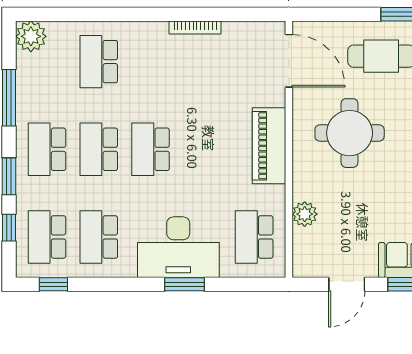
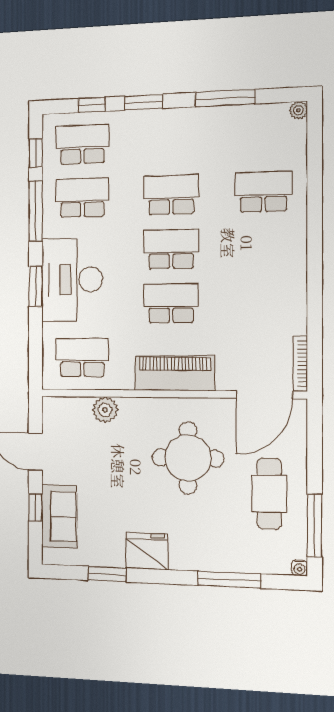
bookcase: (195, 28) -> (300, 364), moved
plant: (31, 36) -> (298, 110), width x0.53, depth x0.53
school desk: (47, 149) -> (171, 303), moved
window: (110, 284) -> (36, 211), added

